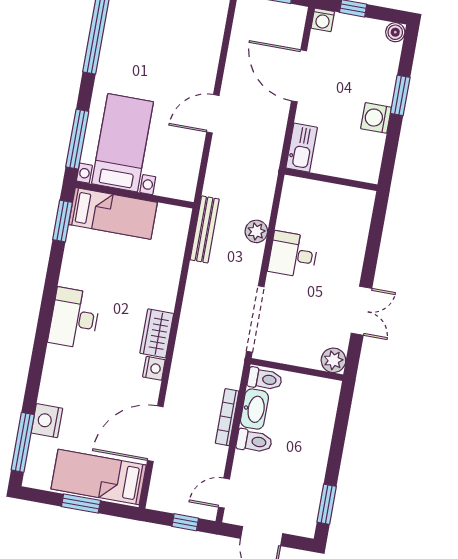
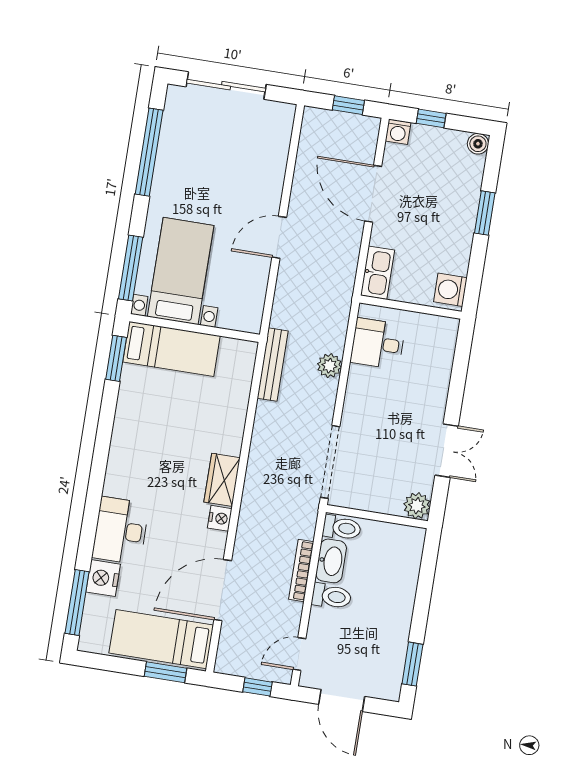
washing machine: (376, 118) -> (450, 290), moved
desk: (293, 255) -> (378, 344), moved
desk: (74, 318) -> (121, 531), moved
window: (81, 504) -> (166, 672), moved

